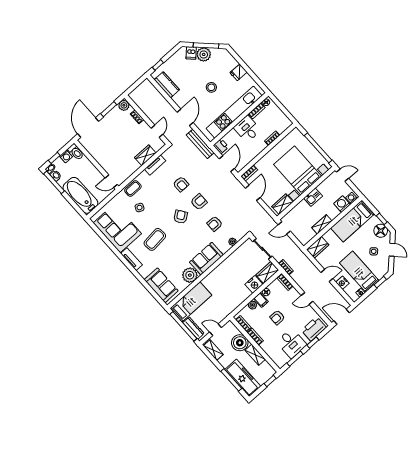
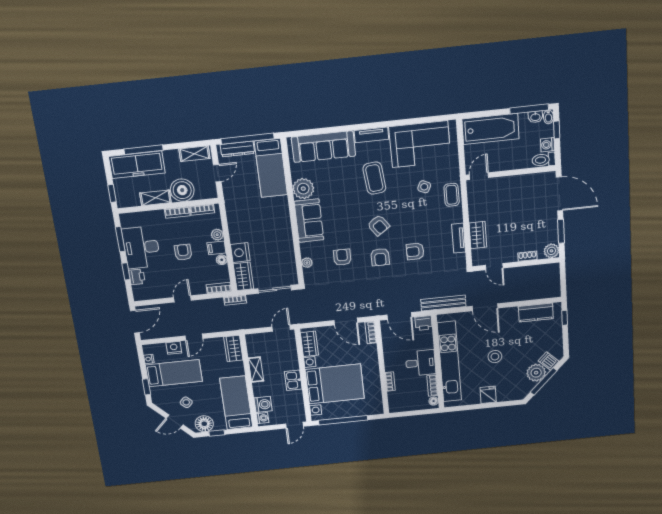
sofa: (161, 285) -> (323, 147), width x1.36
printer: (314, 329) -> (137, 277), width x0.53, depth x0.68
desk: (291, 343) -> (141, 247), width x1.37

